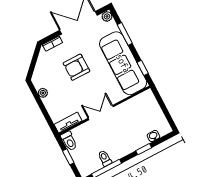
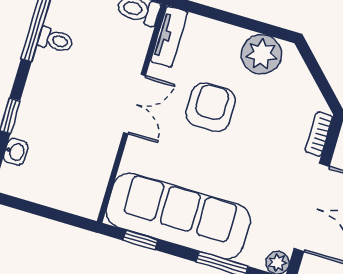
armchair: (76, 67) -> (211, 107), moved
plant: (43, 93) -> (261, 54), width x1.87, depth x1.87

